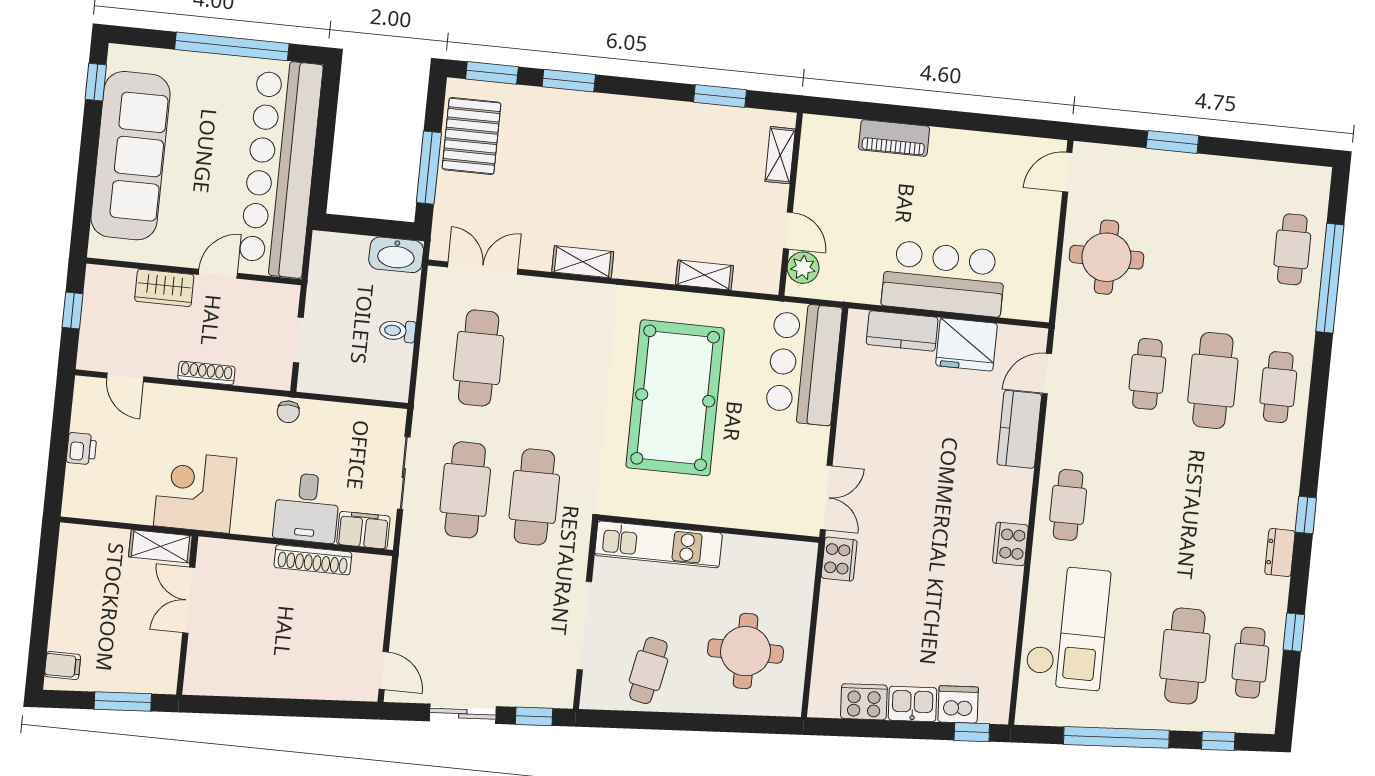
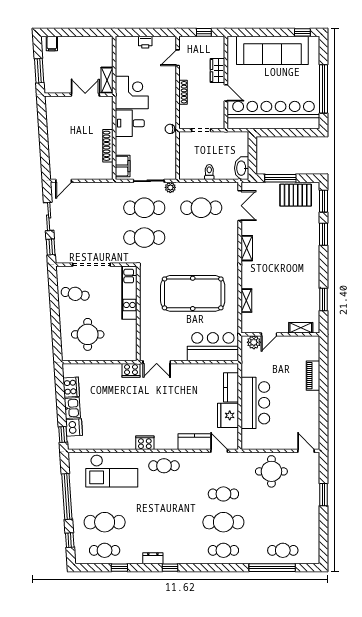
plant: (424, 425) -> (170, 187), added
desk: (307, 508) -> (130, 123), moved

